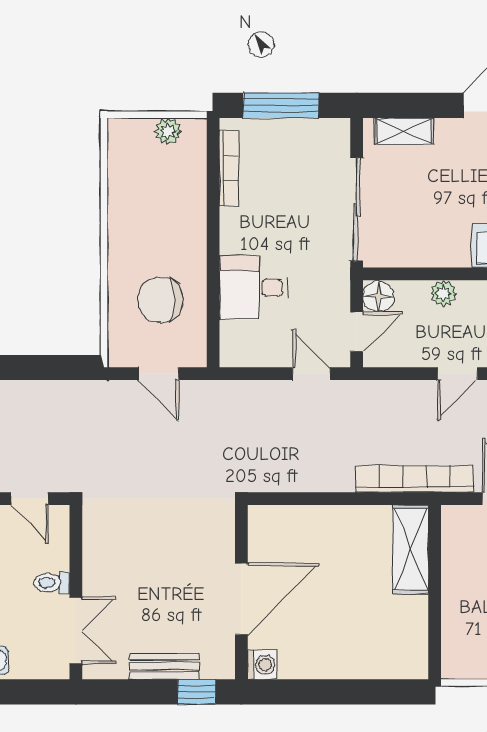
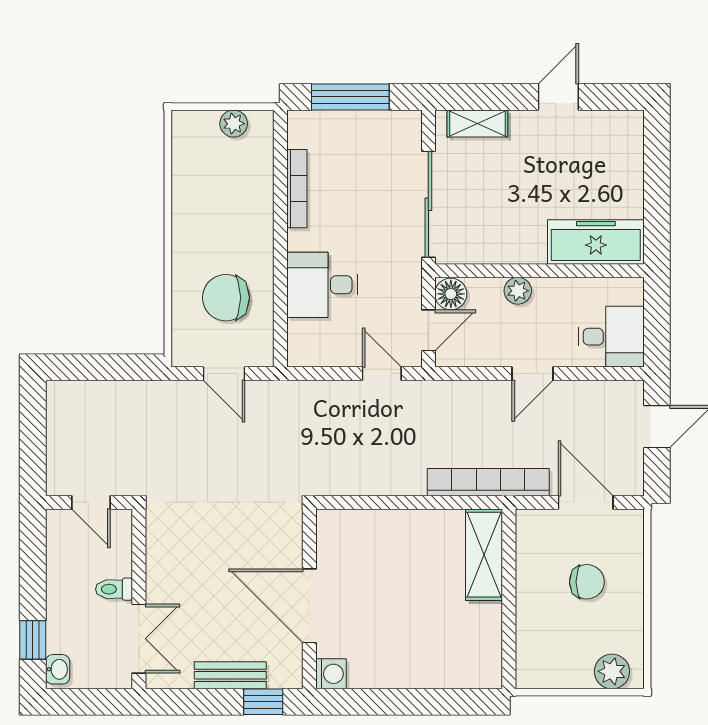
bookcase: (229, 168) -> (297, 189), moved
door: (241, 599) -> (309, 606), swing flipped

